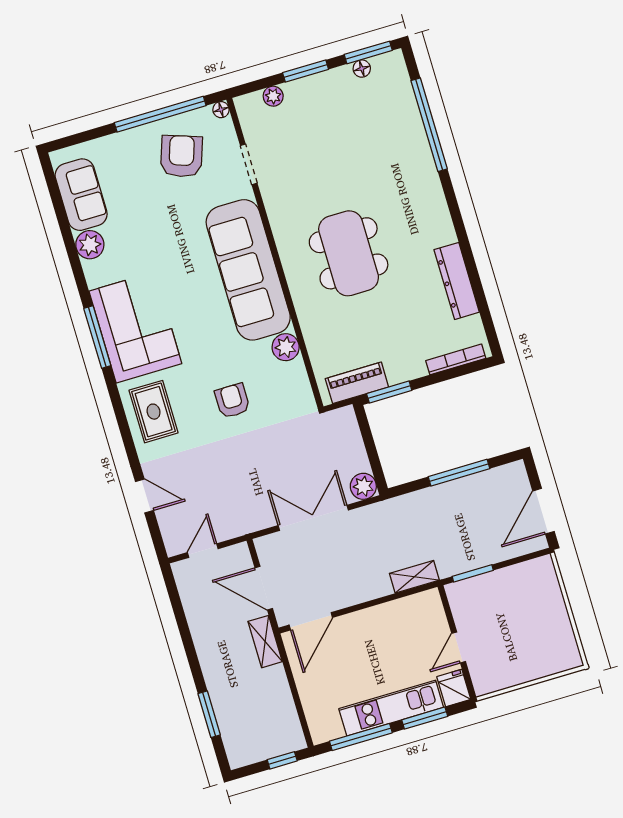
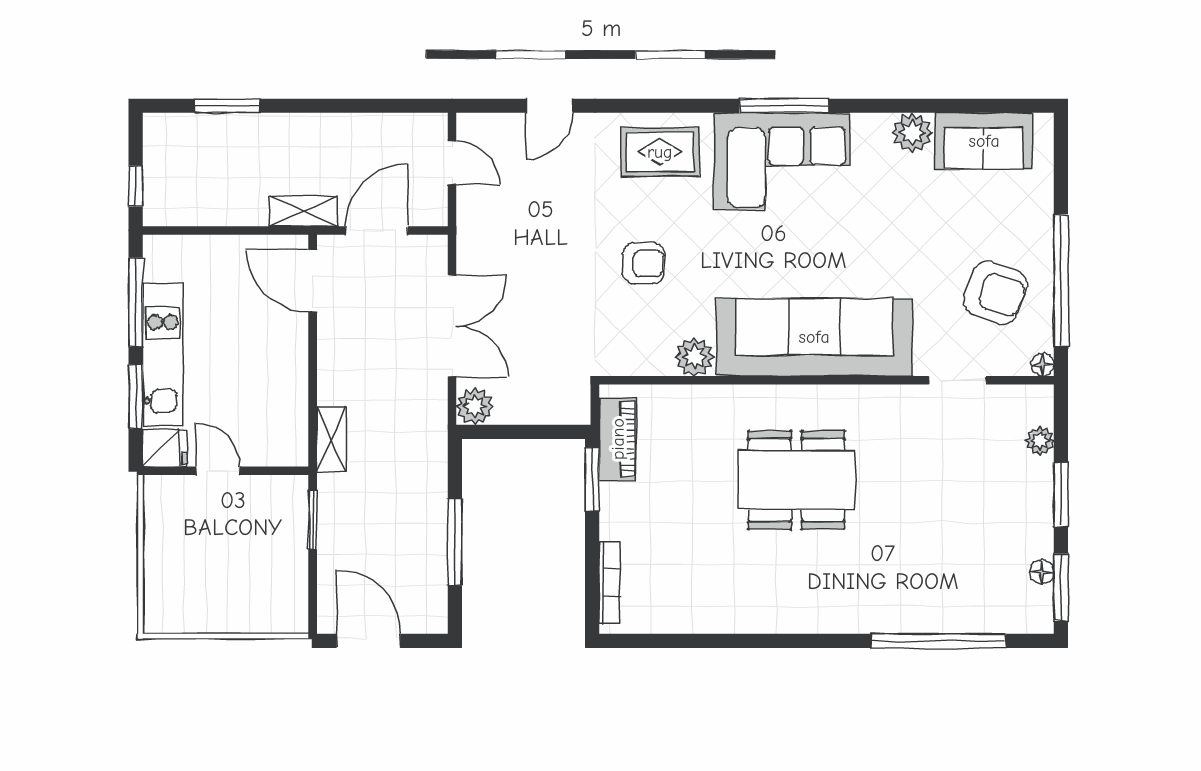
dresser: (457, 281) -> (716, 615), removed

